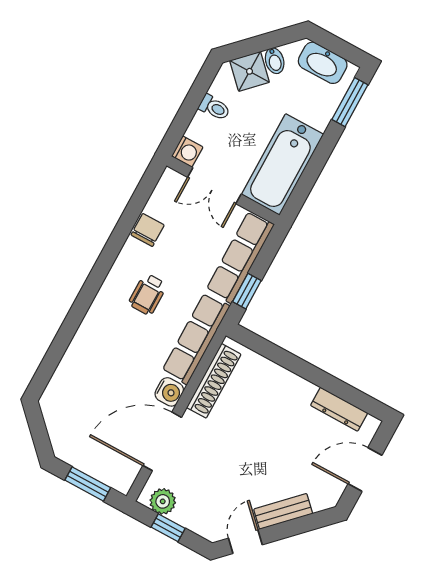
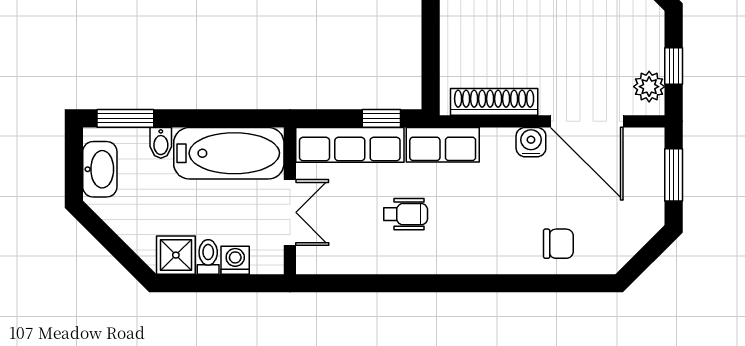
bidet: (275, 61) -> (161, 143), moved, turned 135
shower: (250, 71) -> (176, 255), moved, turned 45
washing machine: (187, 152) -> (235, 260), moved
chair: (148, 230) -> (558, 244), moved, turned 180
wheelchair: (148, 294) -> (406, 214), moved
row of seats: (196, 339) -> (443, 145), width x0.68

